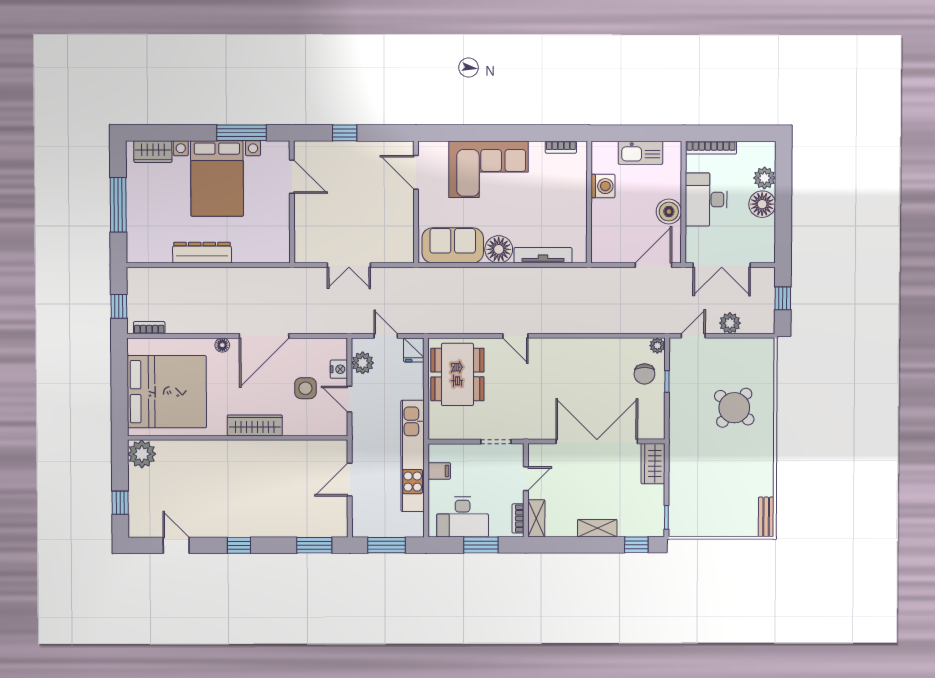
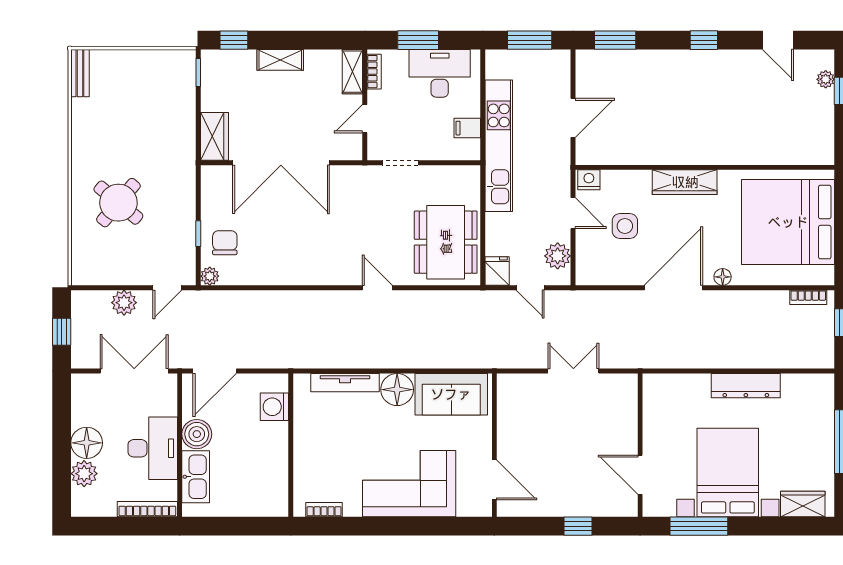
kitchen sink: (641, 153) -> (196, 477), moved, turned 90
washing machine: (603, 186) -> (274, 407), moved
nightstand: (339, 369) -> (589, 180), moved, turned 90
plant: (142, 454) -> (826, 79), moved, width x0.53, depth x0.53

